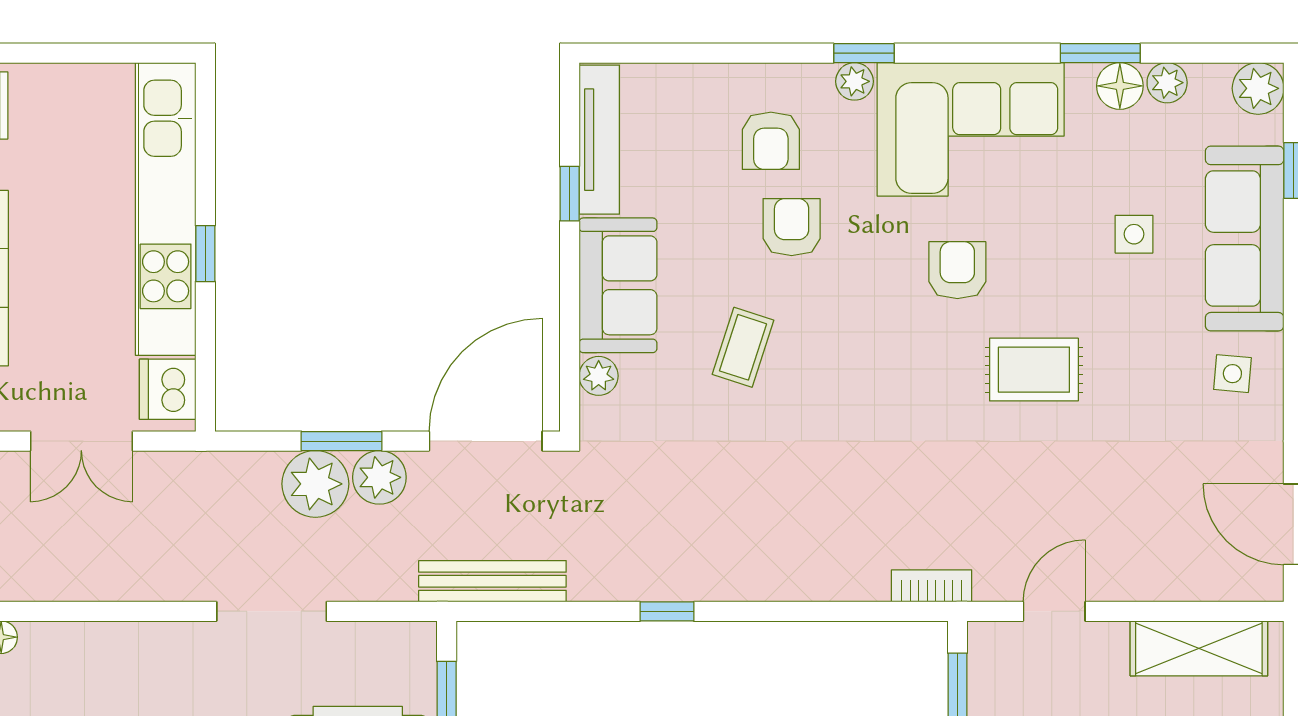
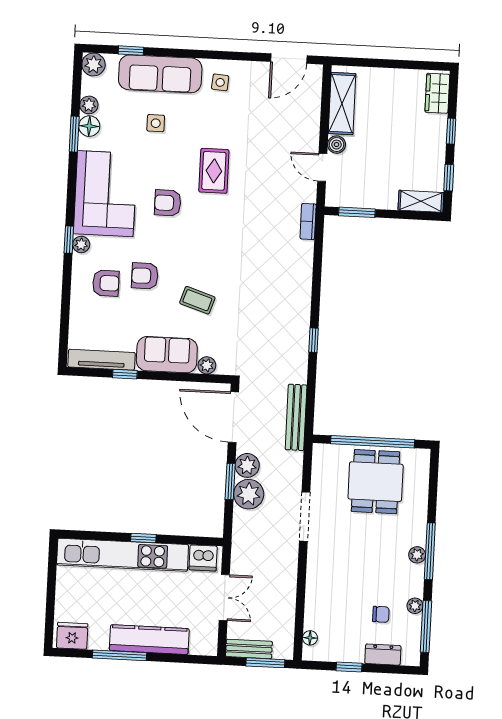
boiler: (1107, 641) -> (336, 145), added

